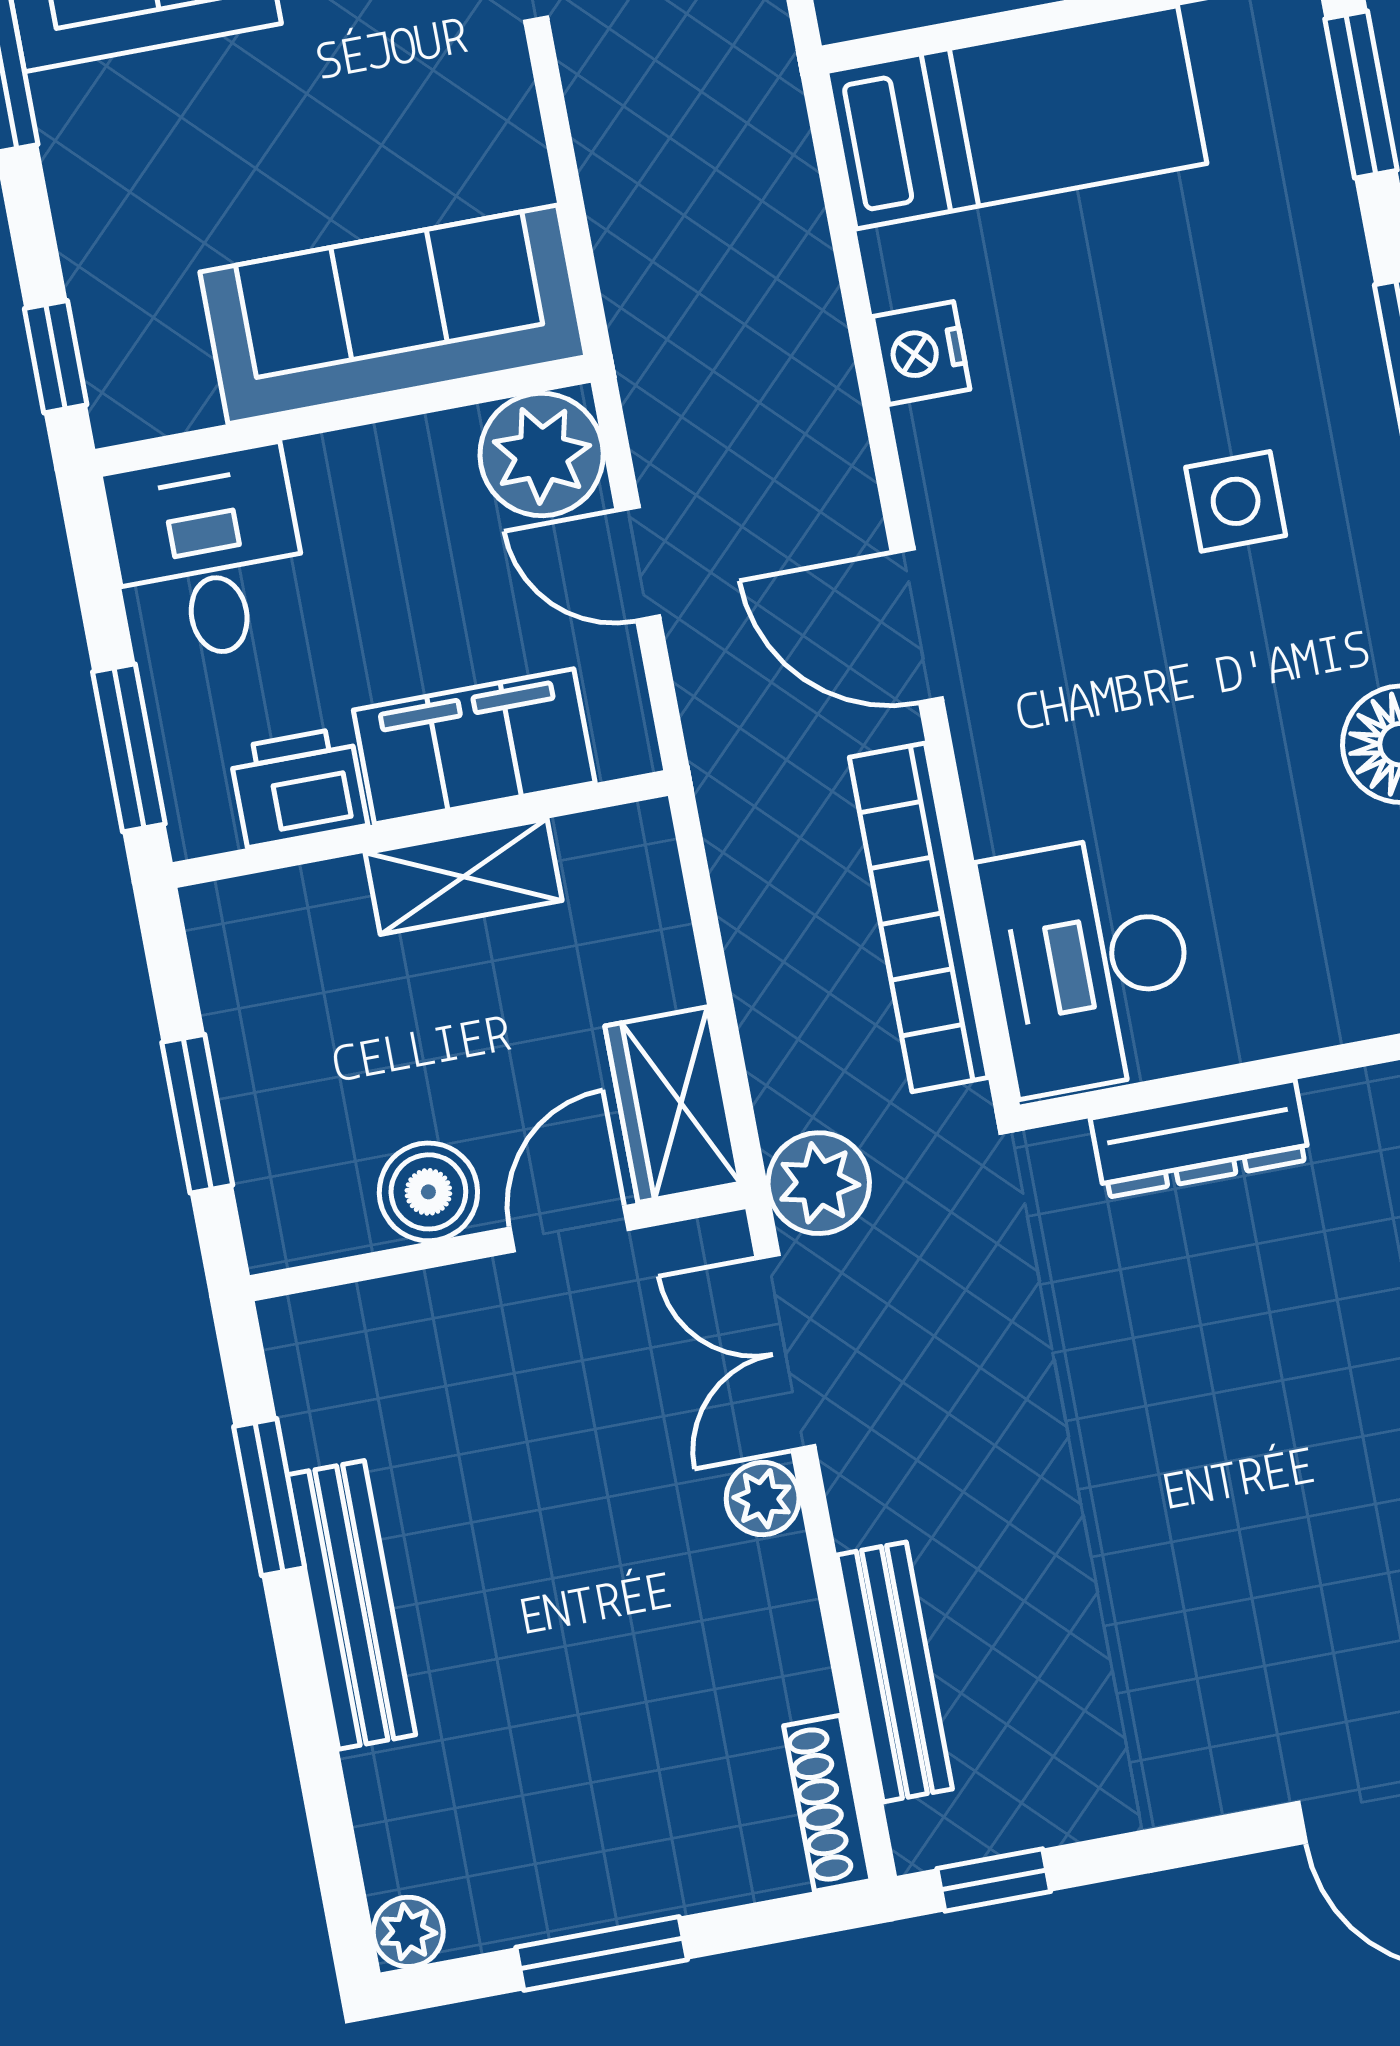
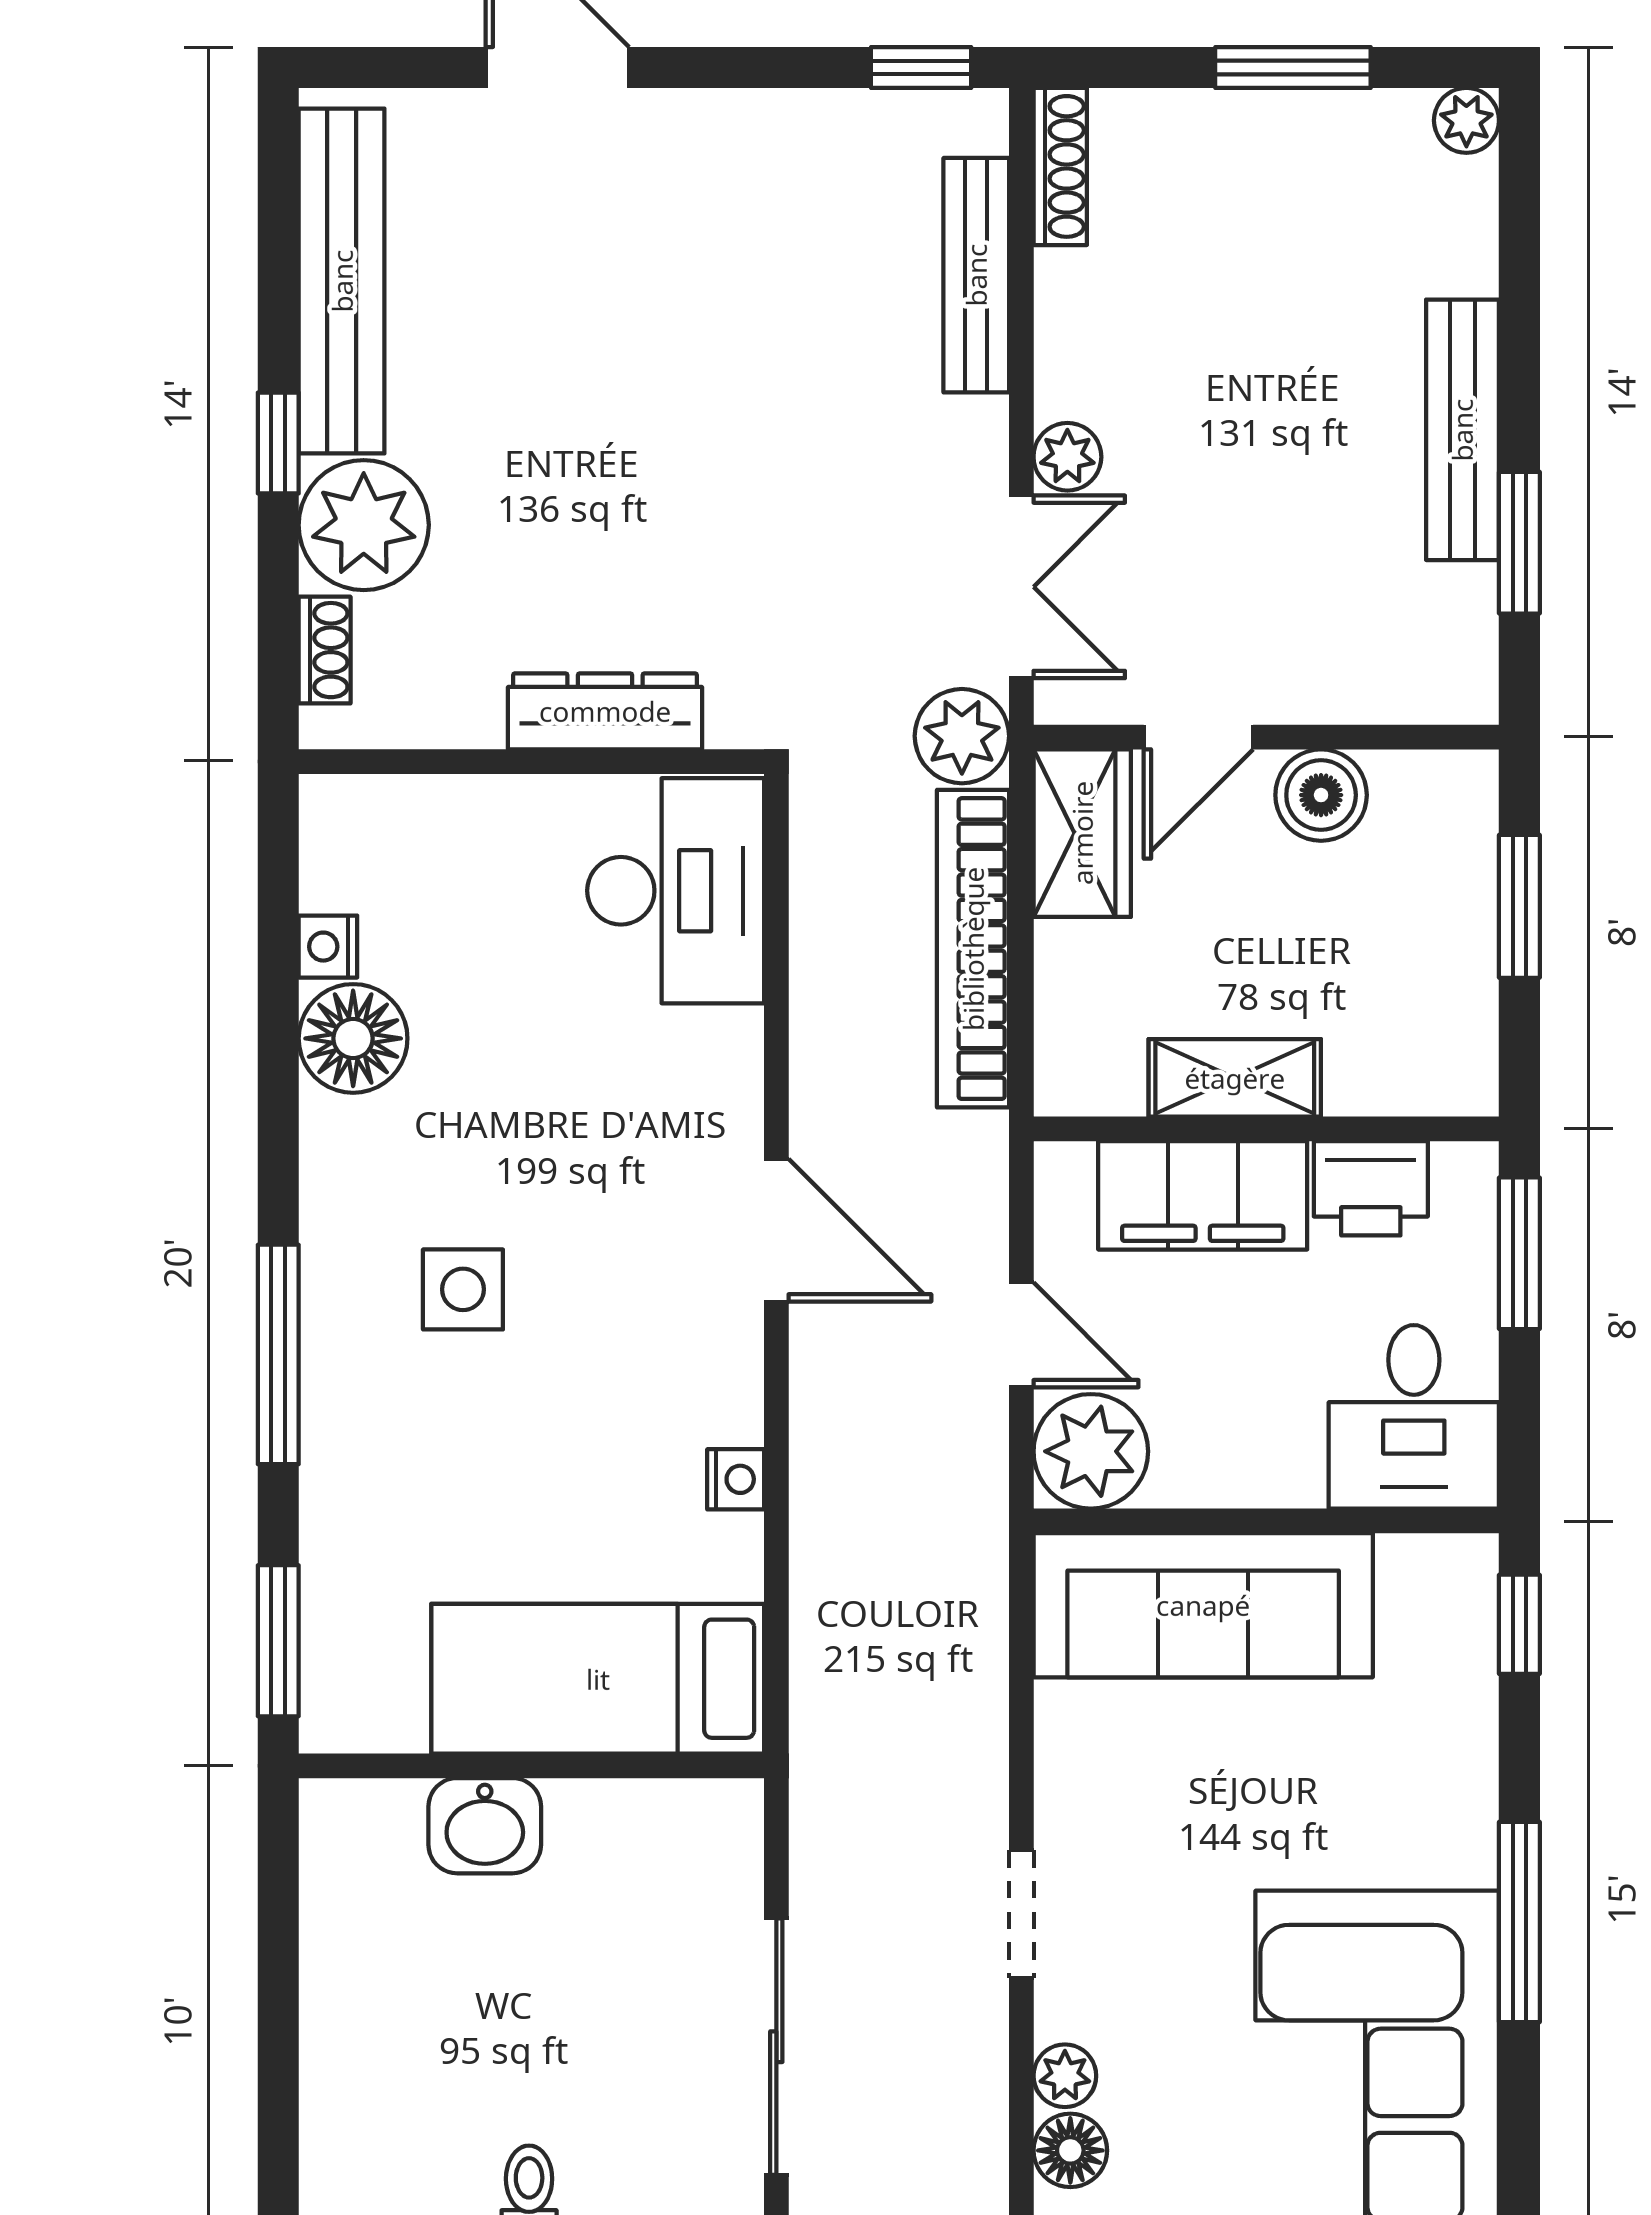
nightstand: (921, 353) -> (736, 1479), width x0.72, depth x0.74
bookcase: (919, 917) -> (973, 949), moved, turned 180

